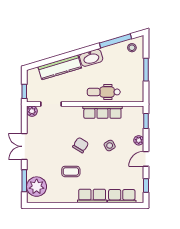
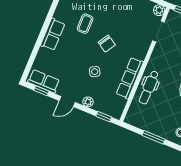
dental chair: (104, 92) -> (149, 87), turned 180
door: (146, 159) -> (67, 101), swing flipped
row of seats: (122, 196) -> (44, 81), moved, turned -90

